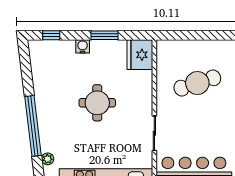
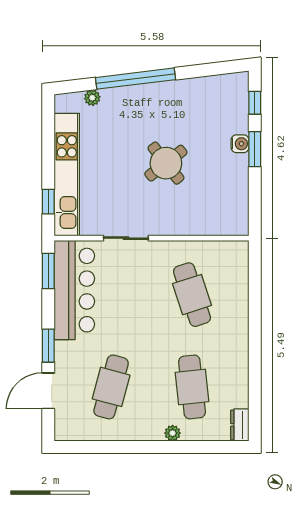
window: (105, 35) -> (255, 149), moved
fridge: (140, 55) -> (229, 219), removed
round table: (97, 103) -> (166, 163), turned -38

